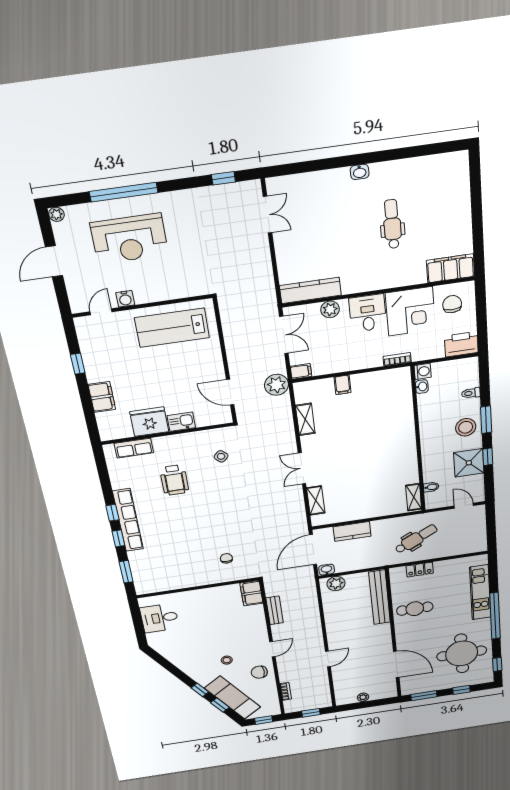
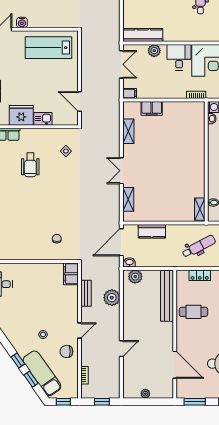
plant: (277, 385) -> (112, 298), moved
filing cabinet: (343, 385) -> (152, 108), width x2.00

